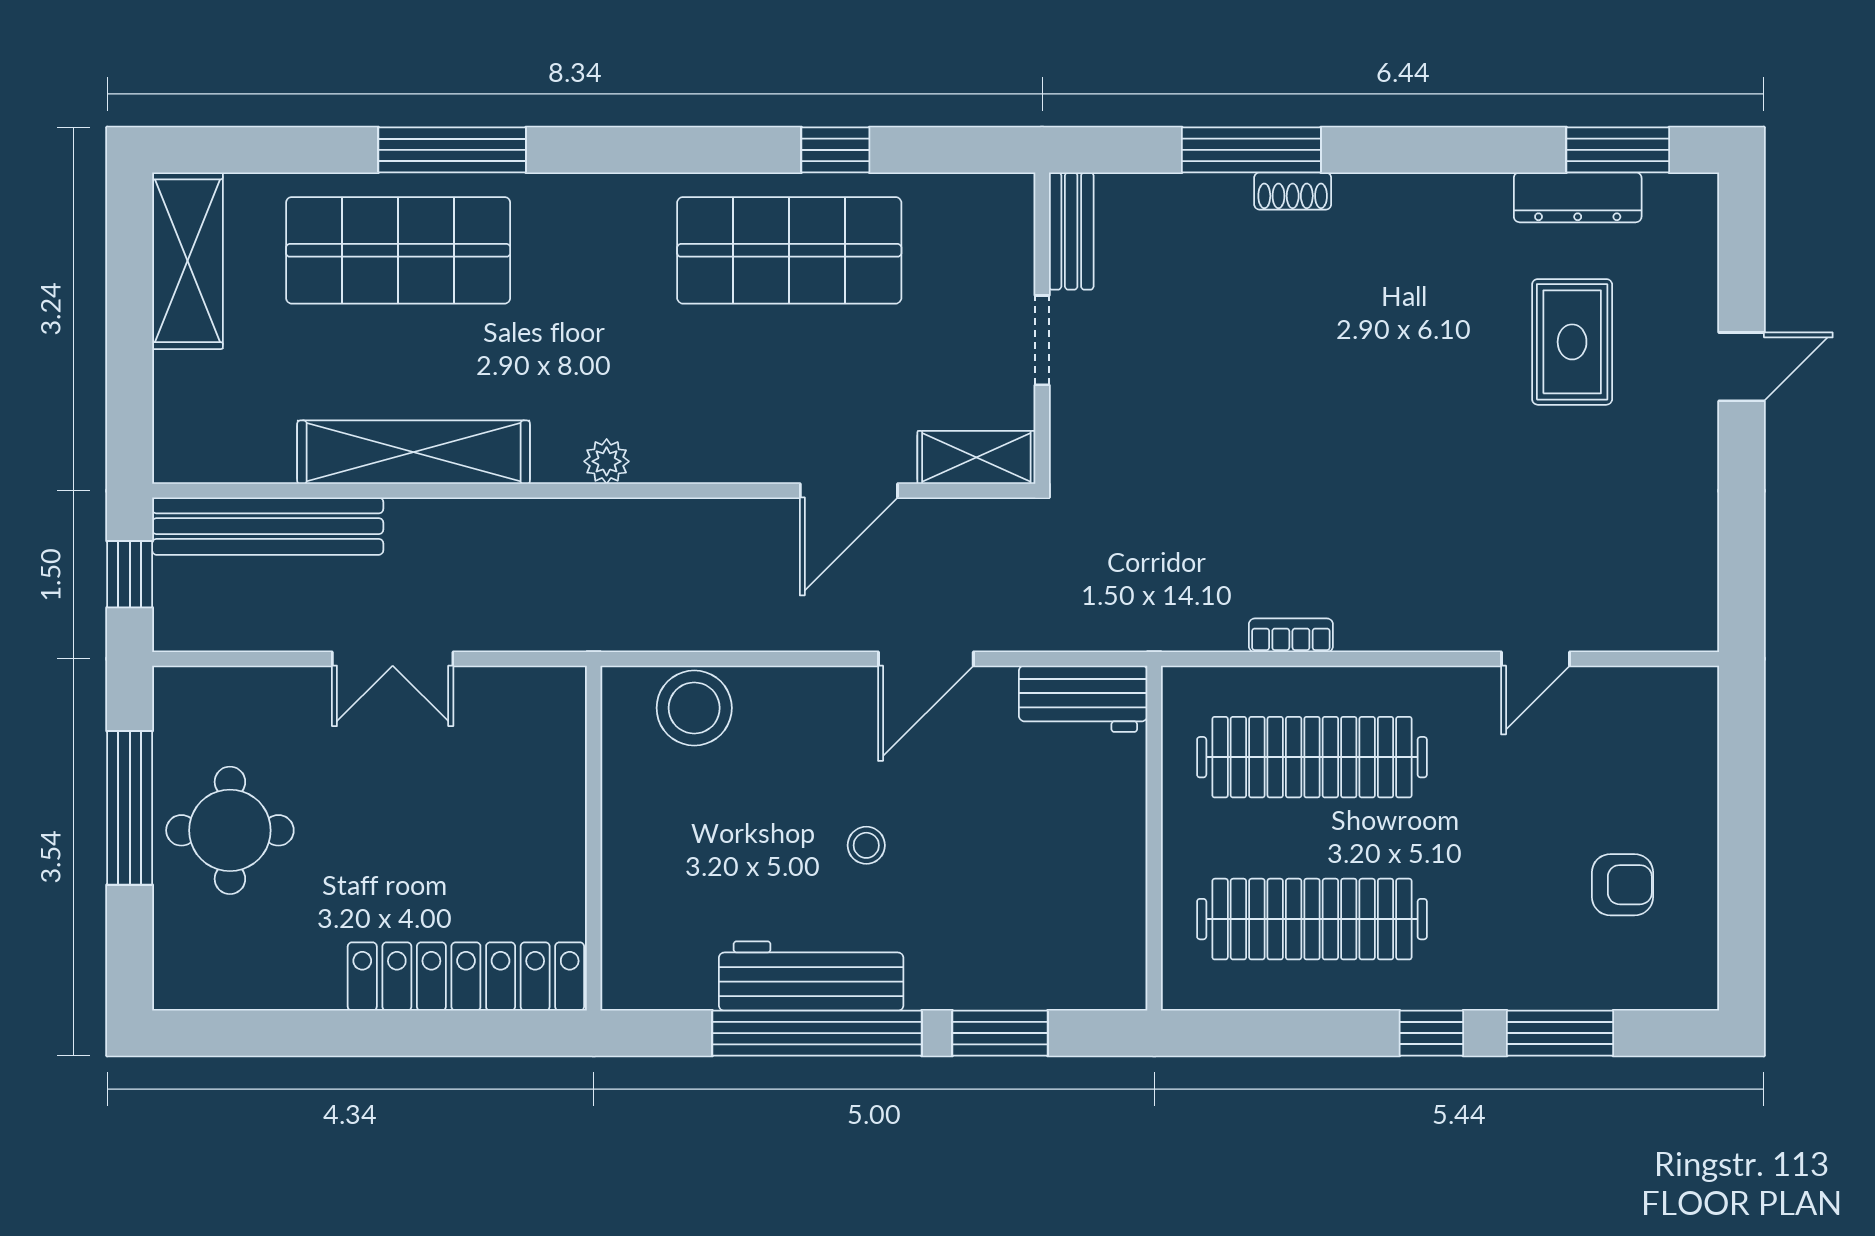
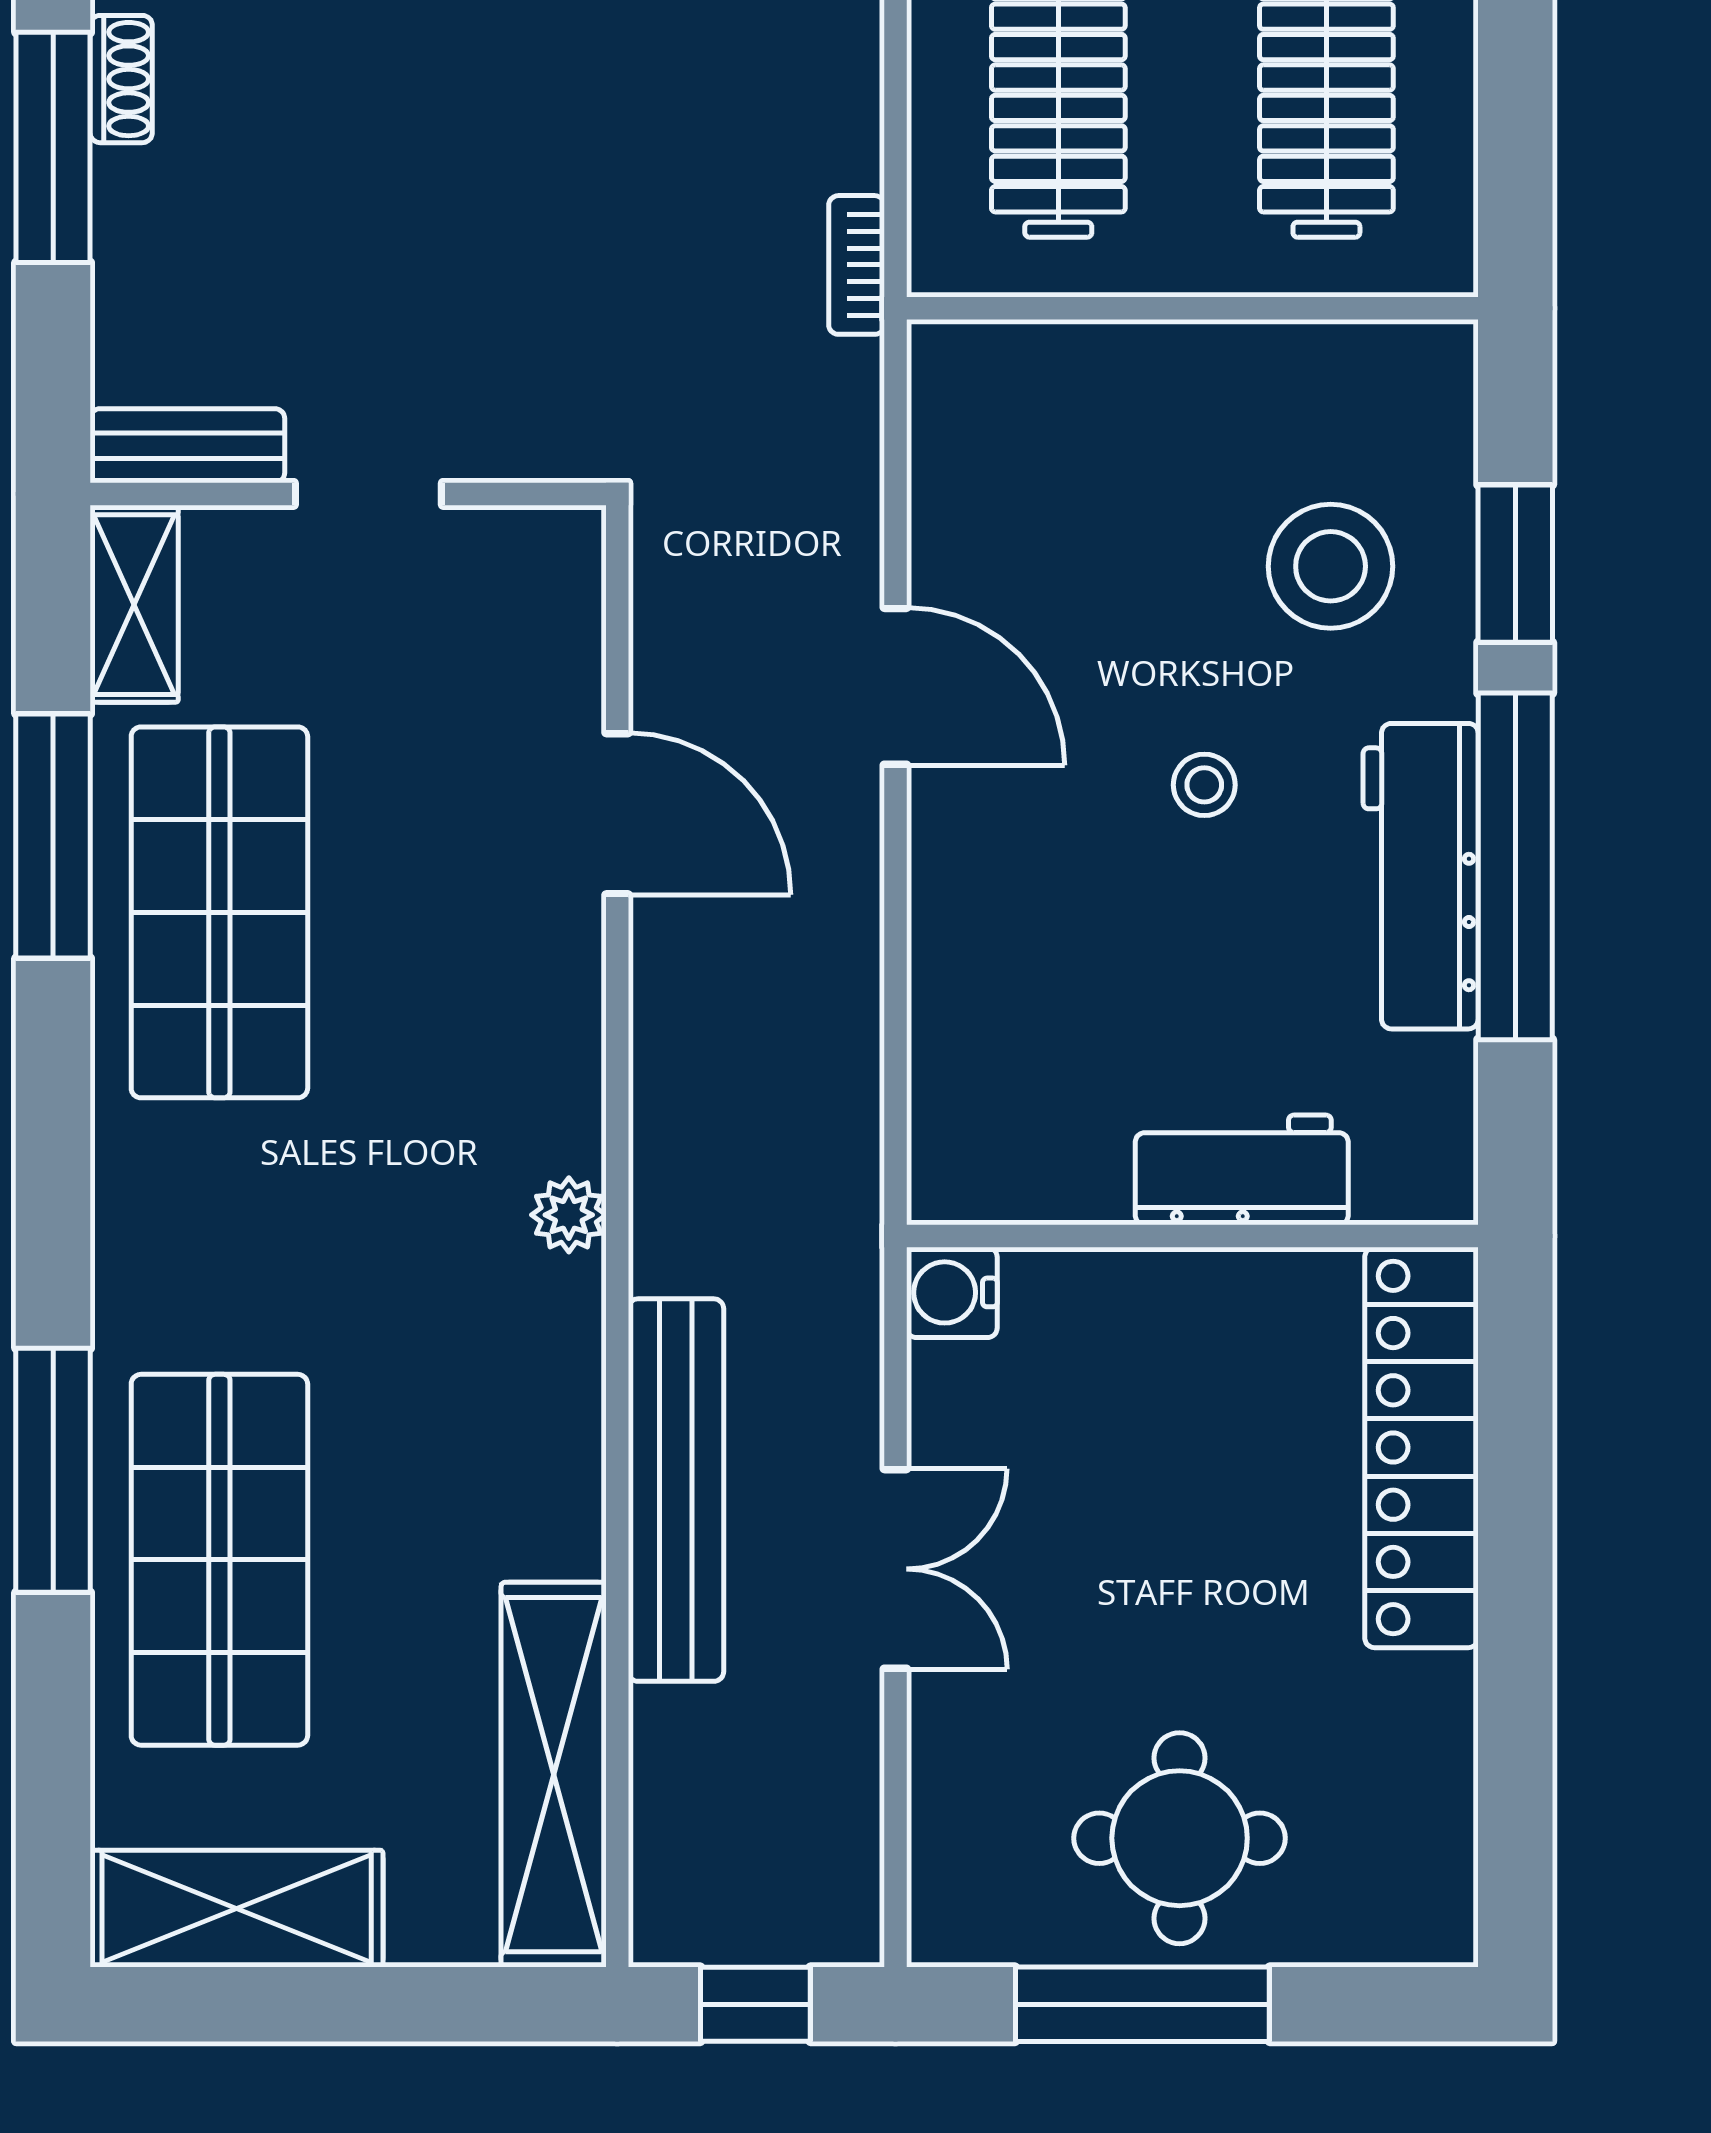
window: (835, 150) -> (53, 836), width x2.17
shelving: (414, 452) -> (554, 1775), moved
shelving: (976, 457) -> (134, 605), moved
bench: (268, 526) -> (676, 1490), moved
bookcase: (1291, 635) -> (857, 265), moved
water cooler: (560, 693) -> (952, 1292), added
workbench: (1083, 699) -> (1242, 1170), moved, turned -90
stool: (694, 708) -> (1331, 566), moved

